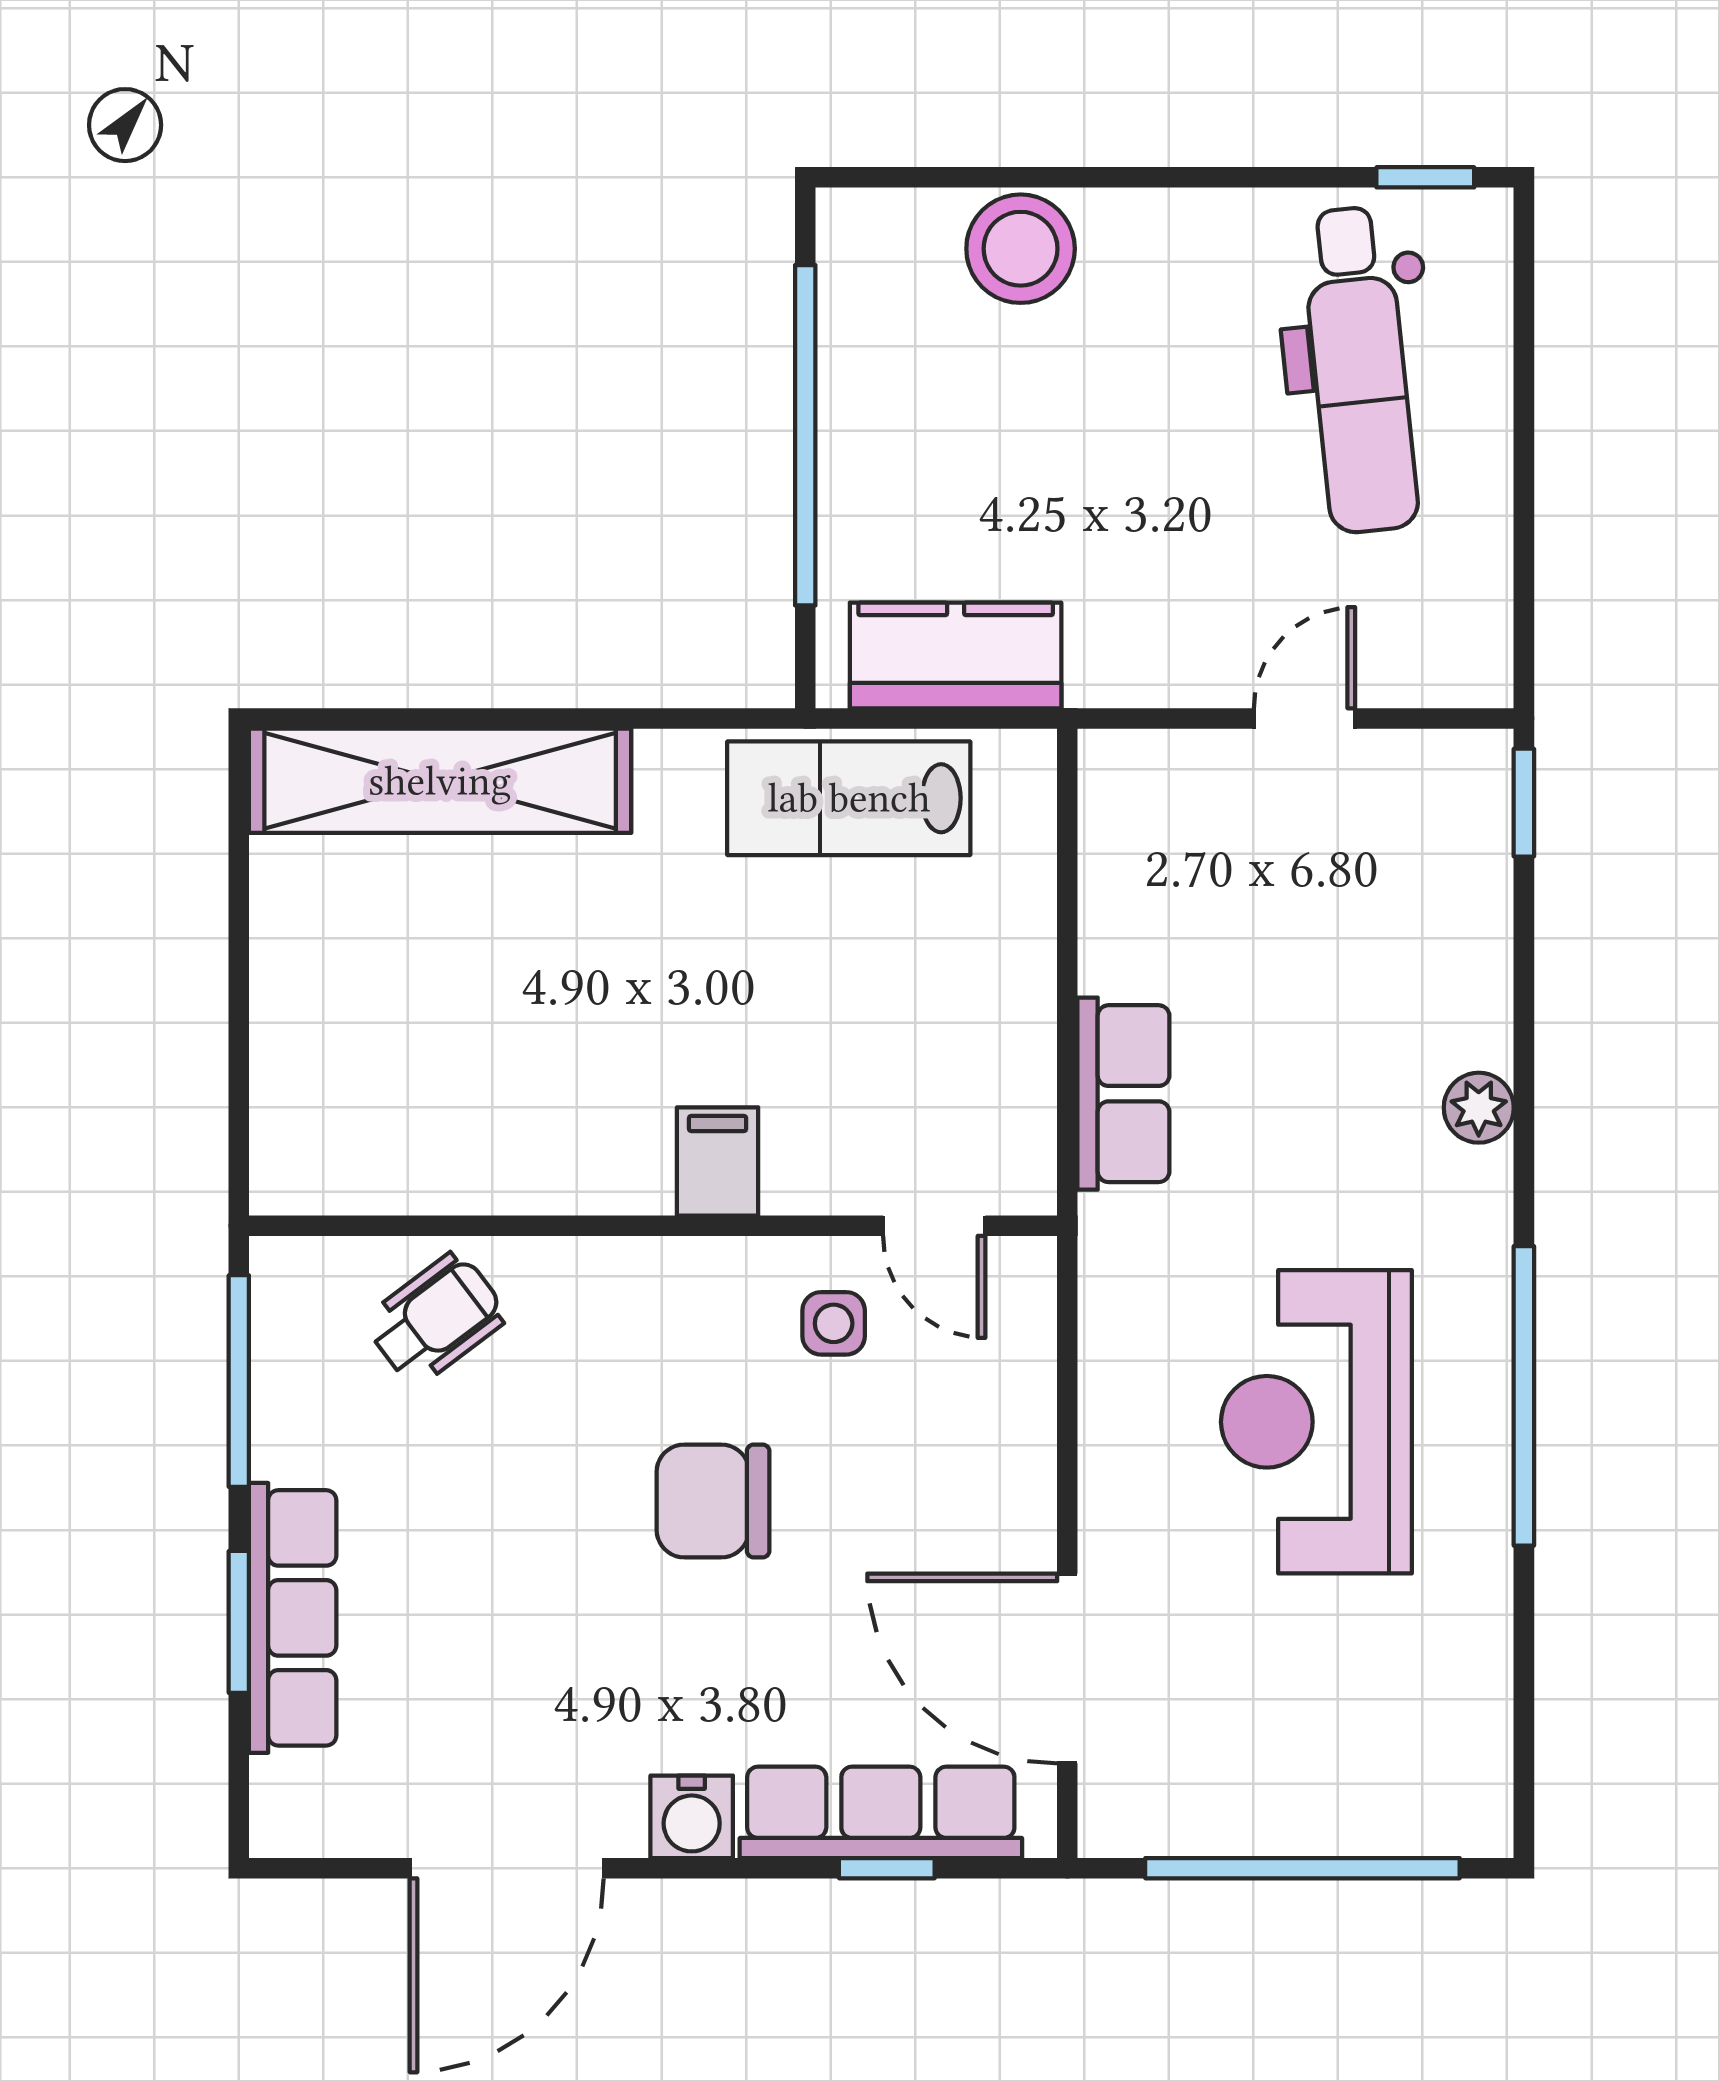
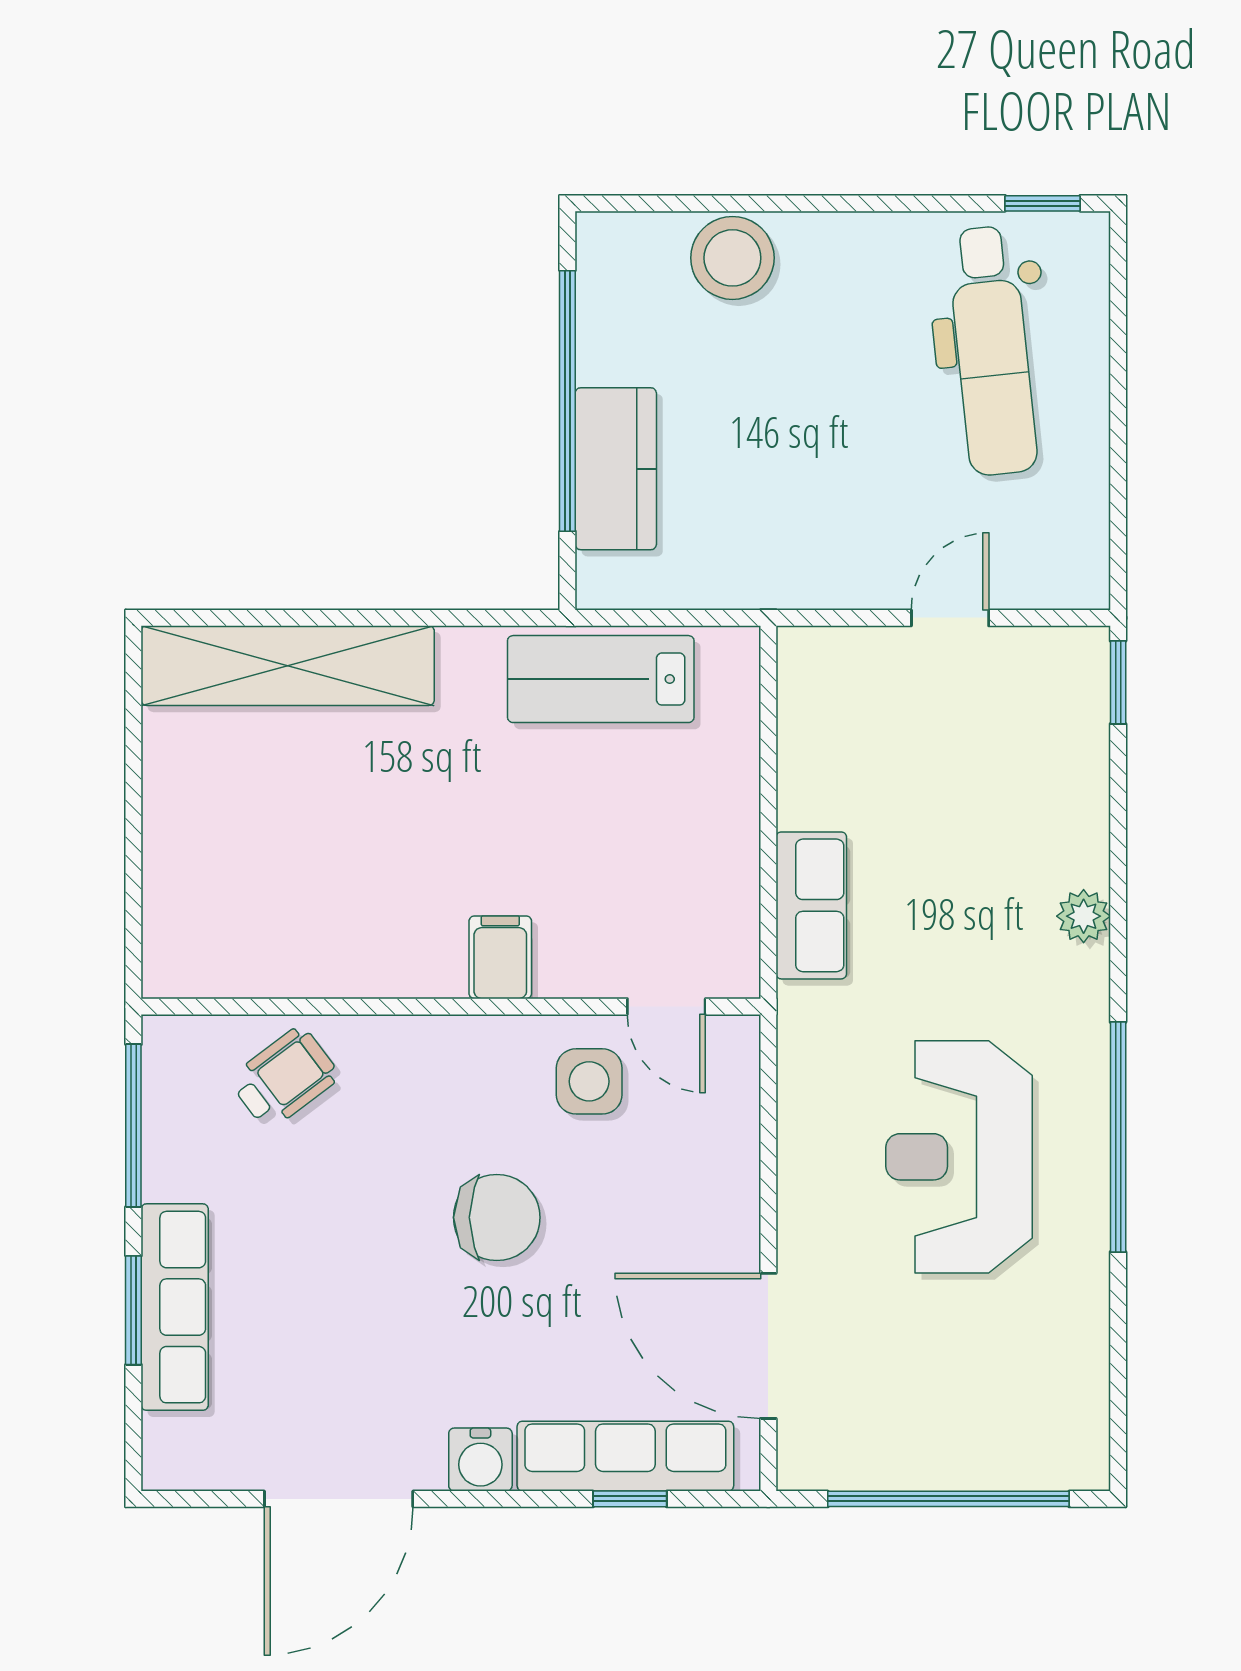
kitchen counter: (956, 655) -> (616, 469), moved, turned 90
side table: (834, 1323) -> (589, 1081), width x1.37, depth x1.37
chair: (713, 1501) -> (497, 1217), turned 180

